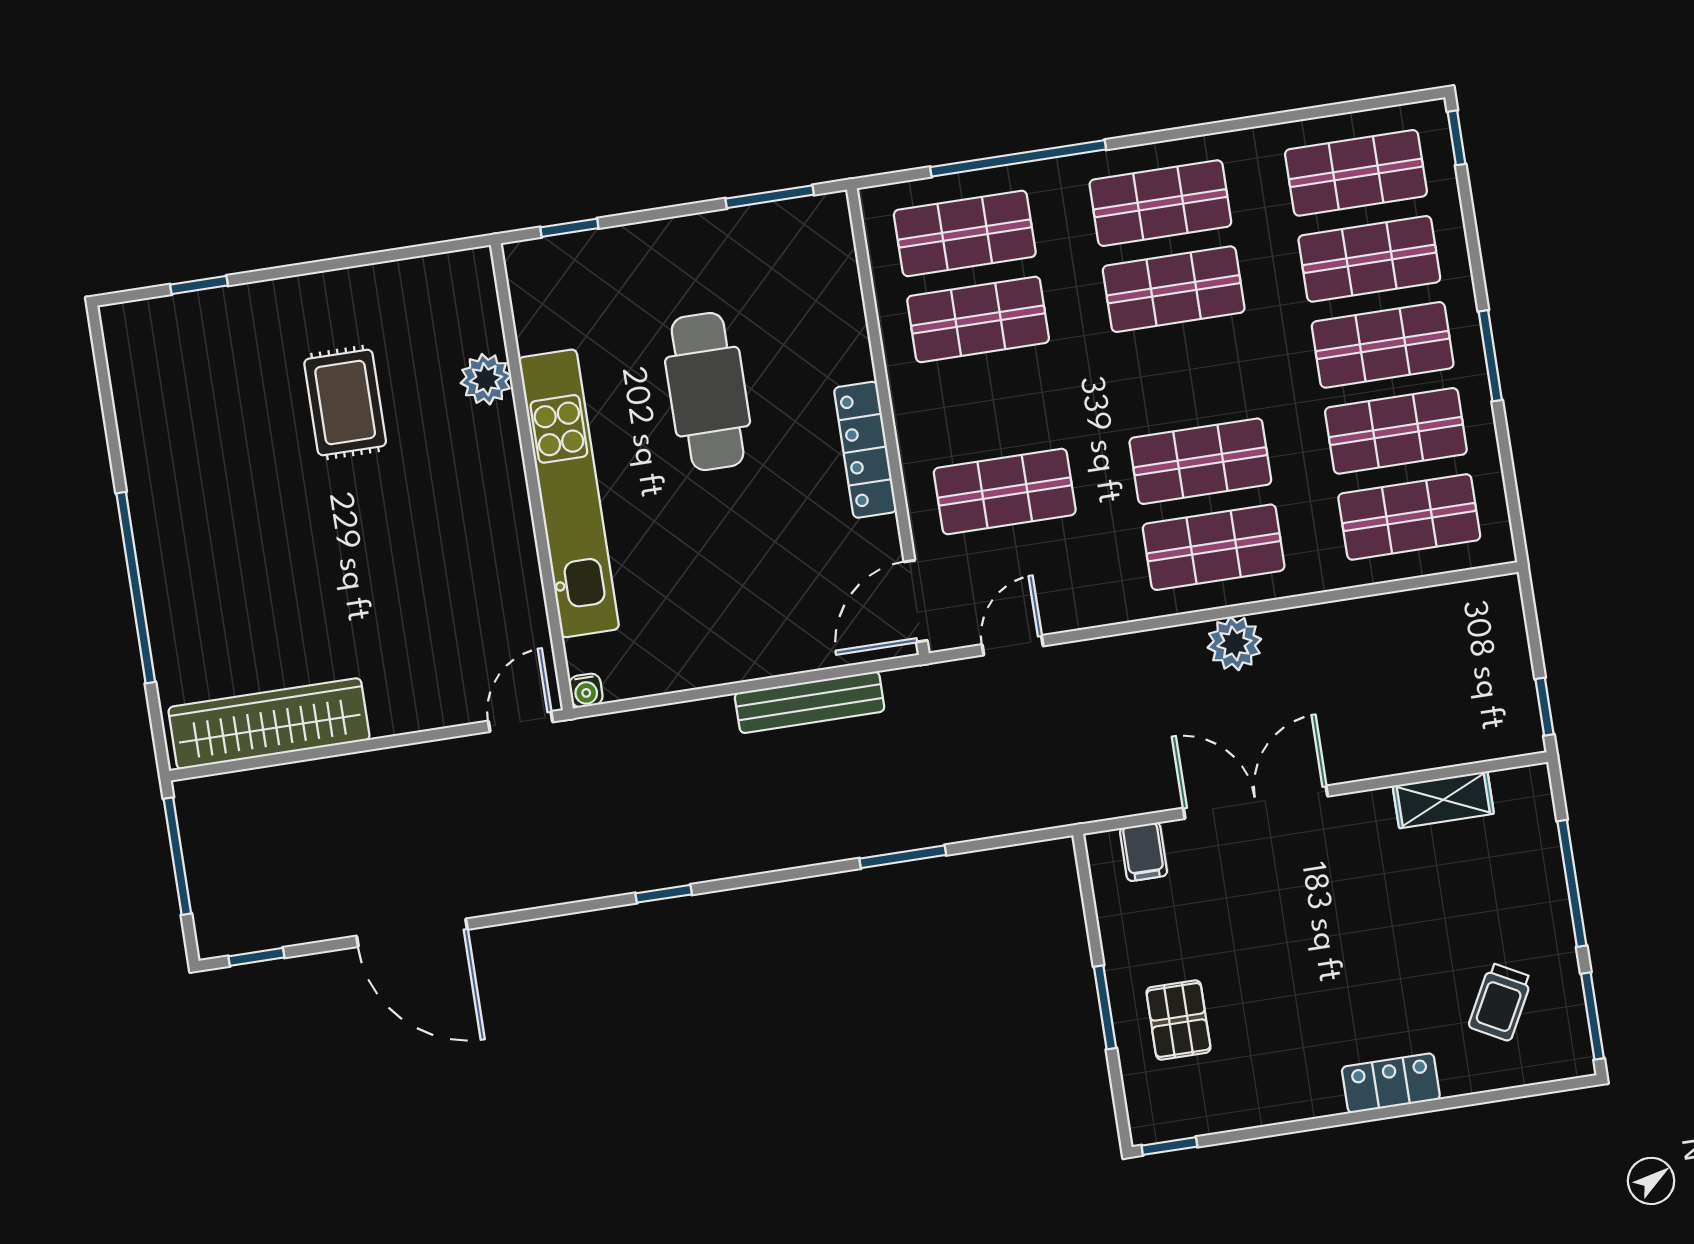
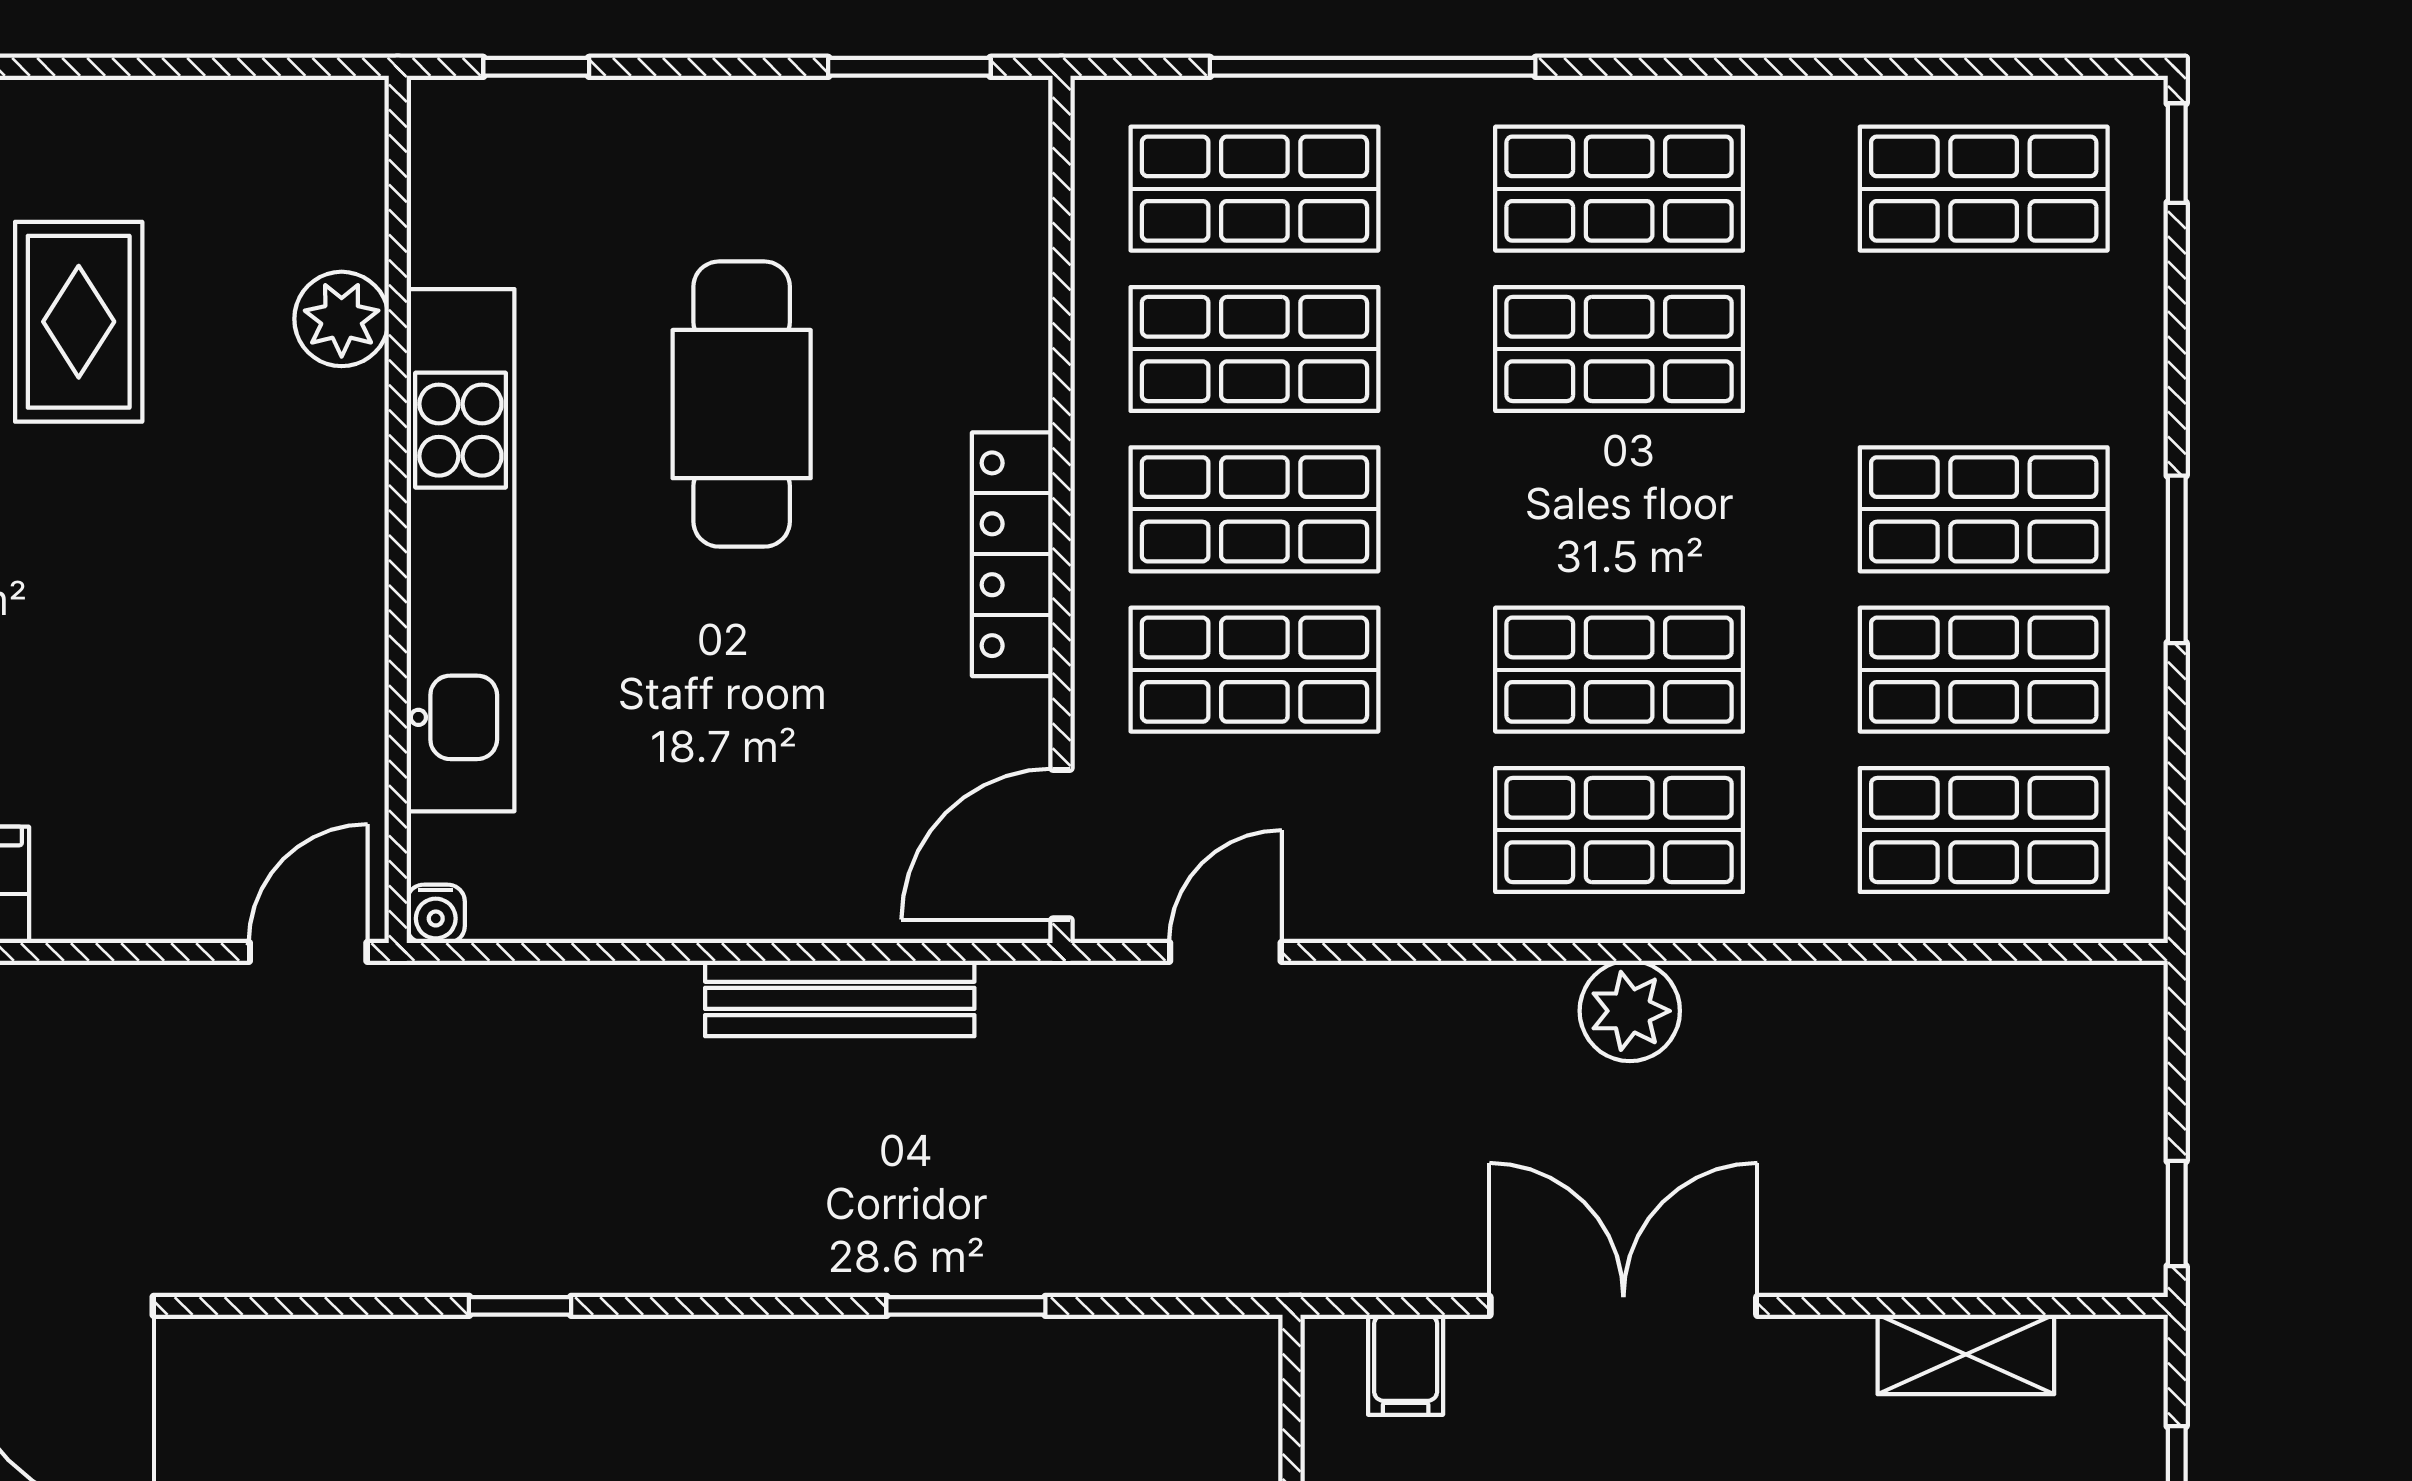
shop shelf: (1369, 259) -> (1254, 509), moved

